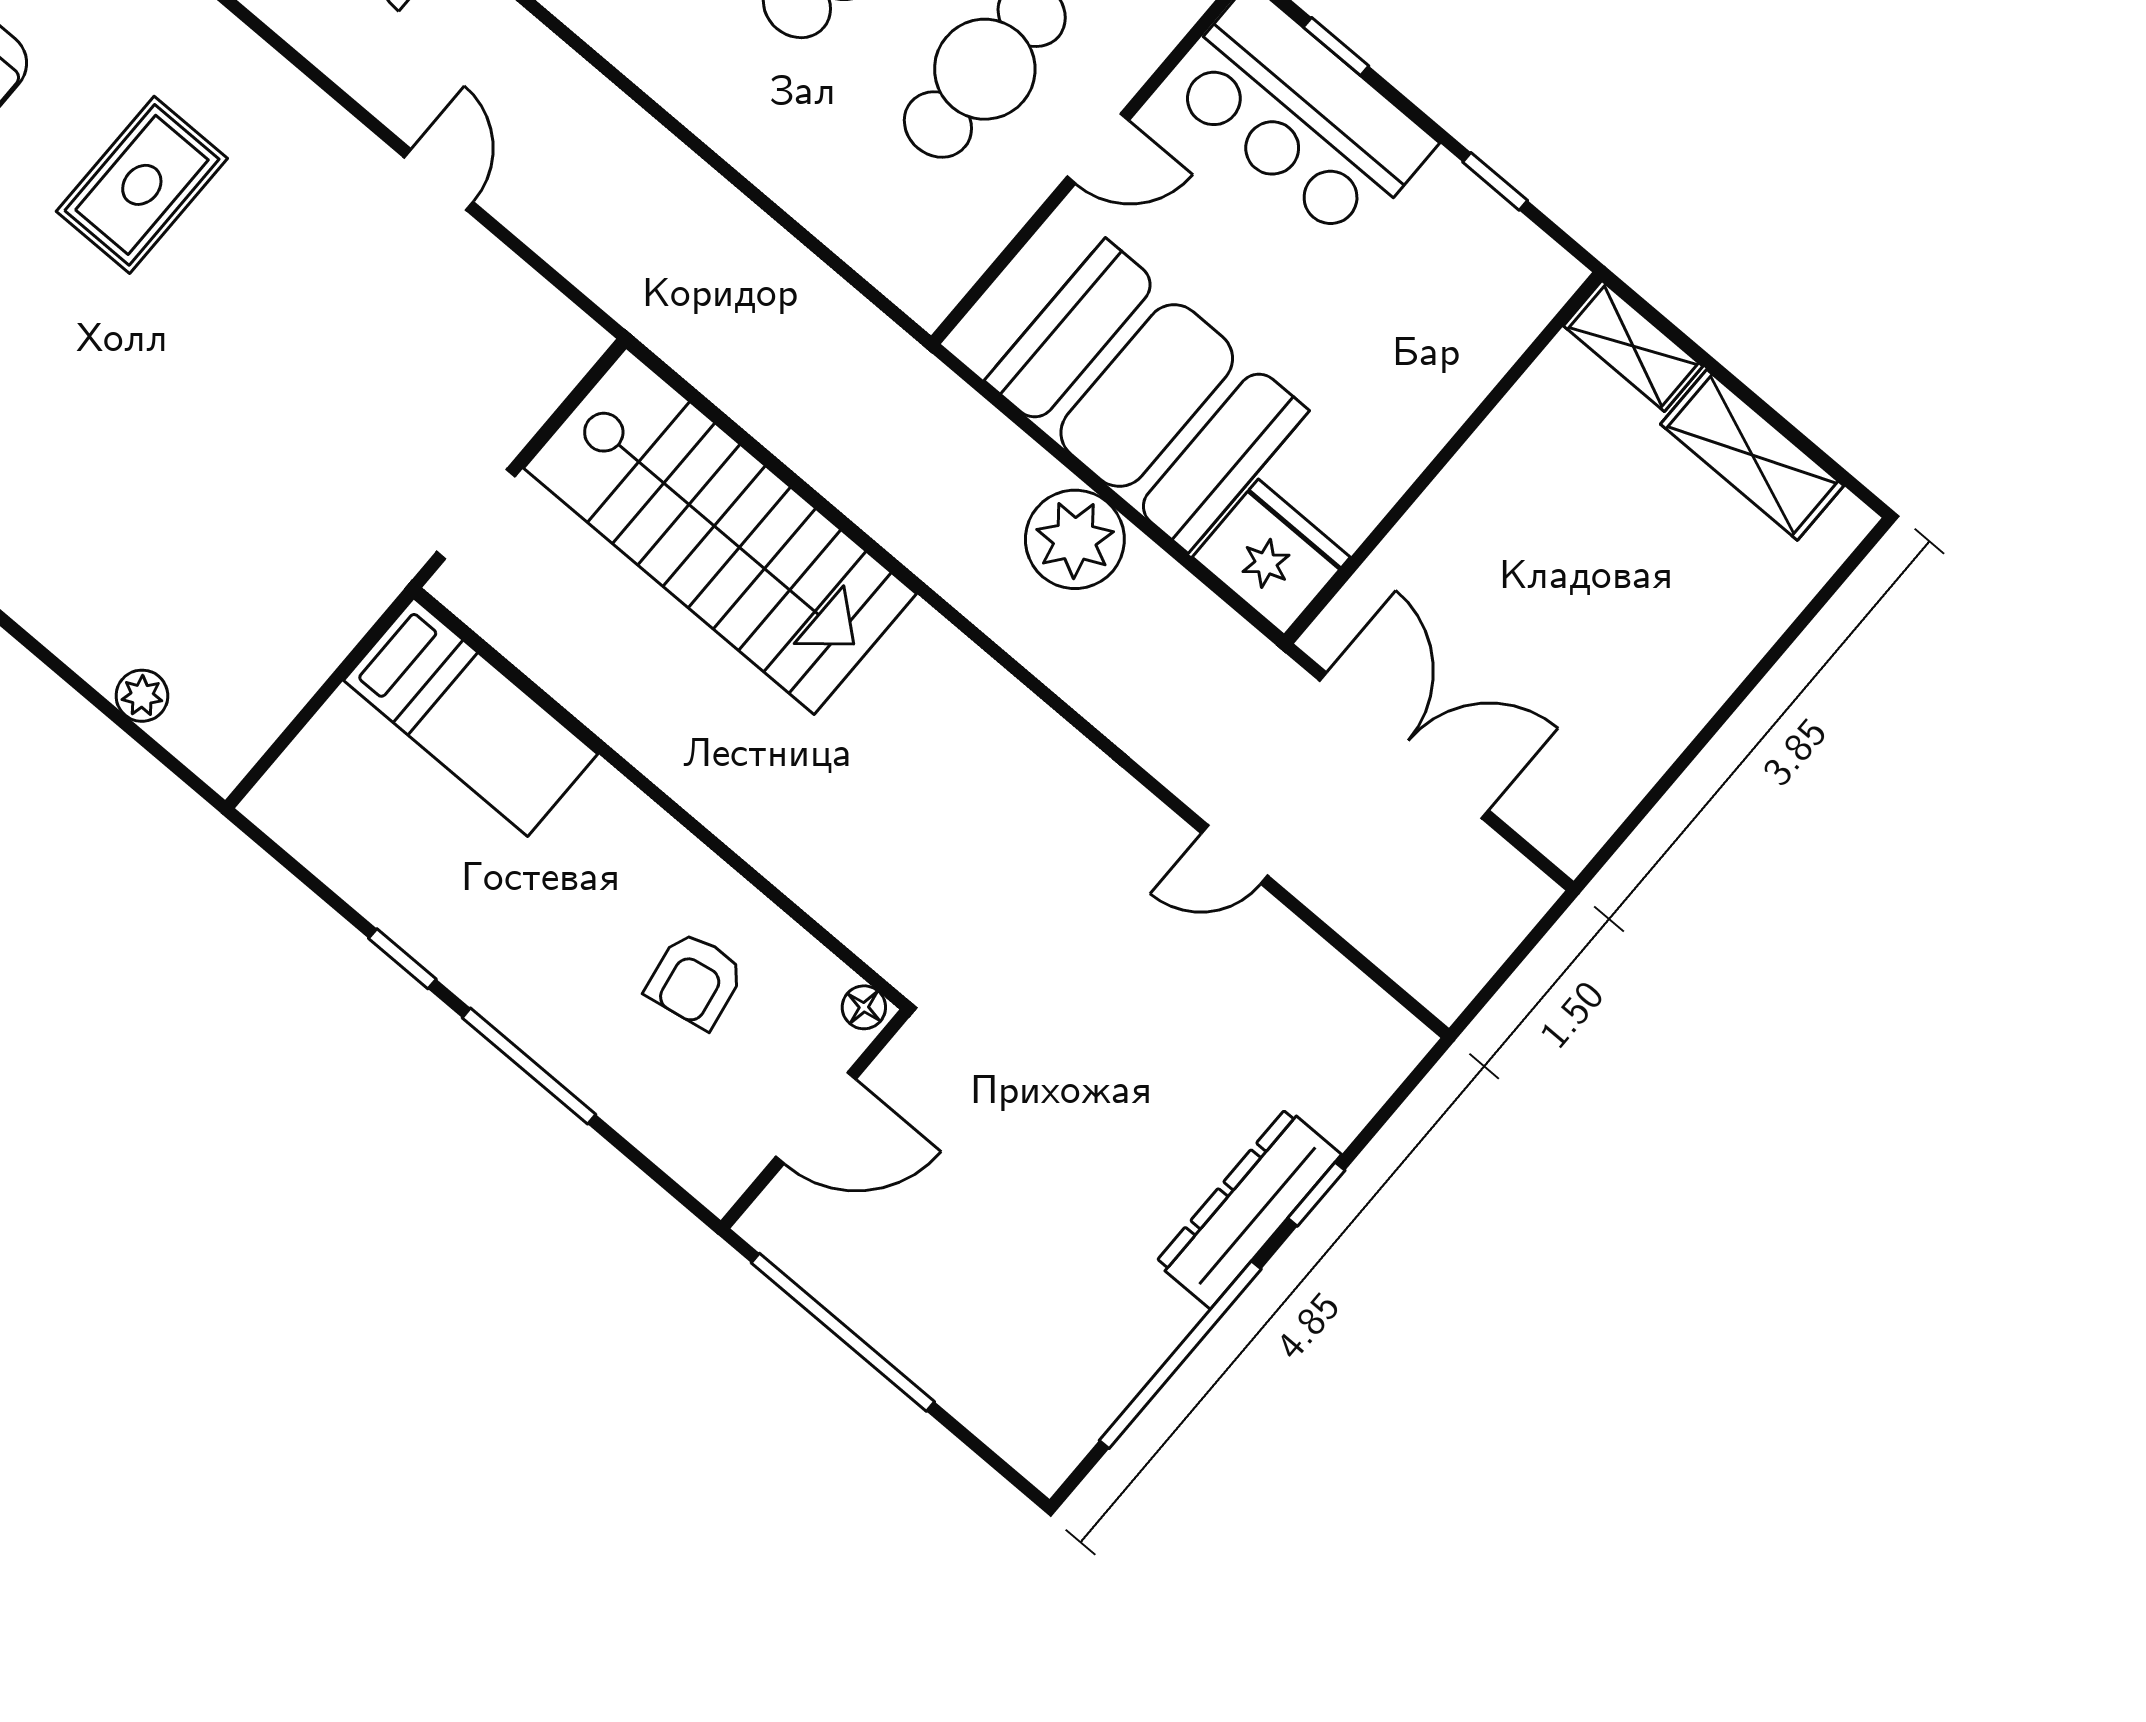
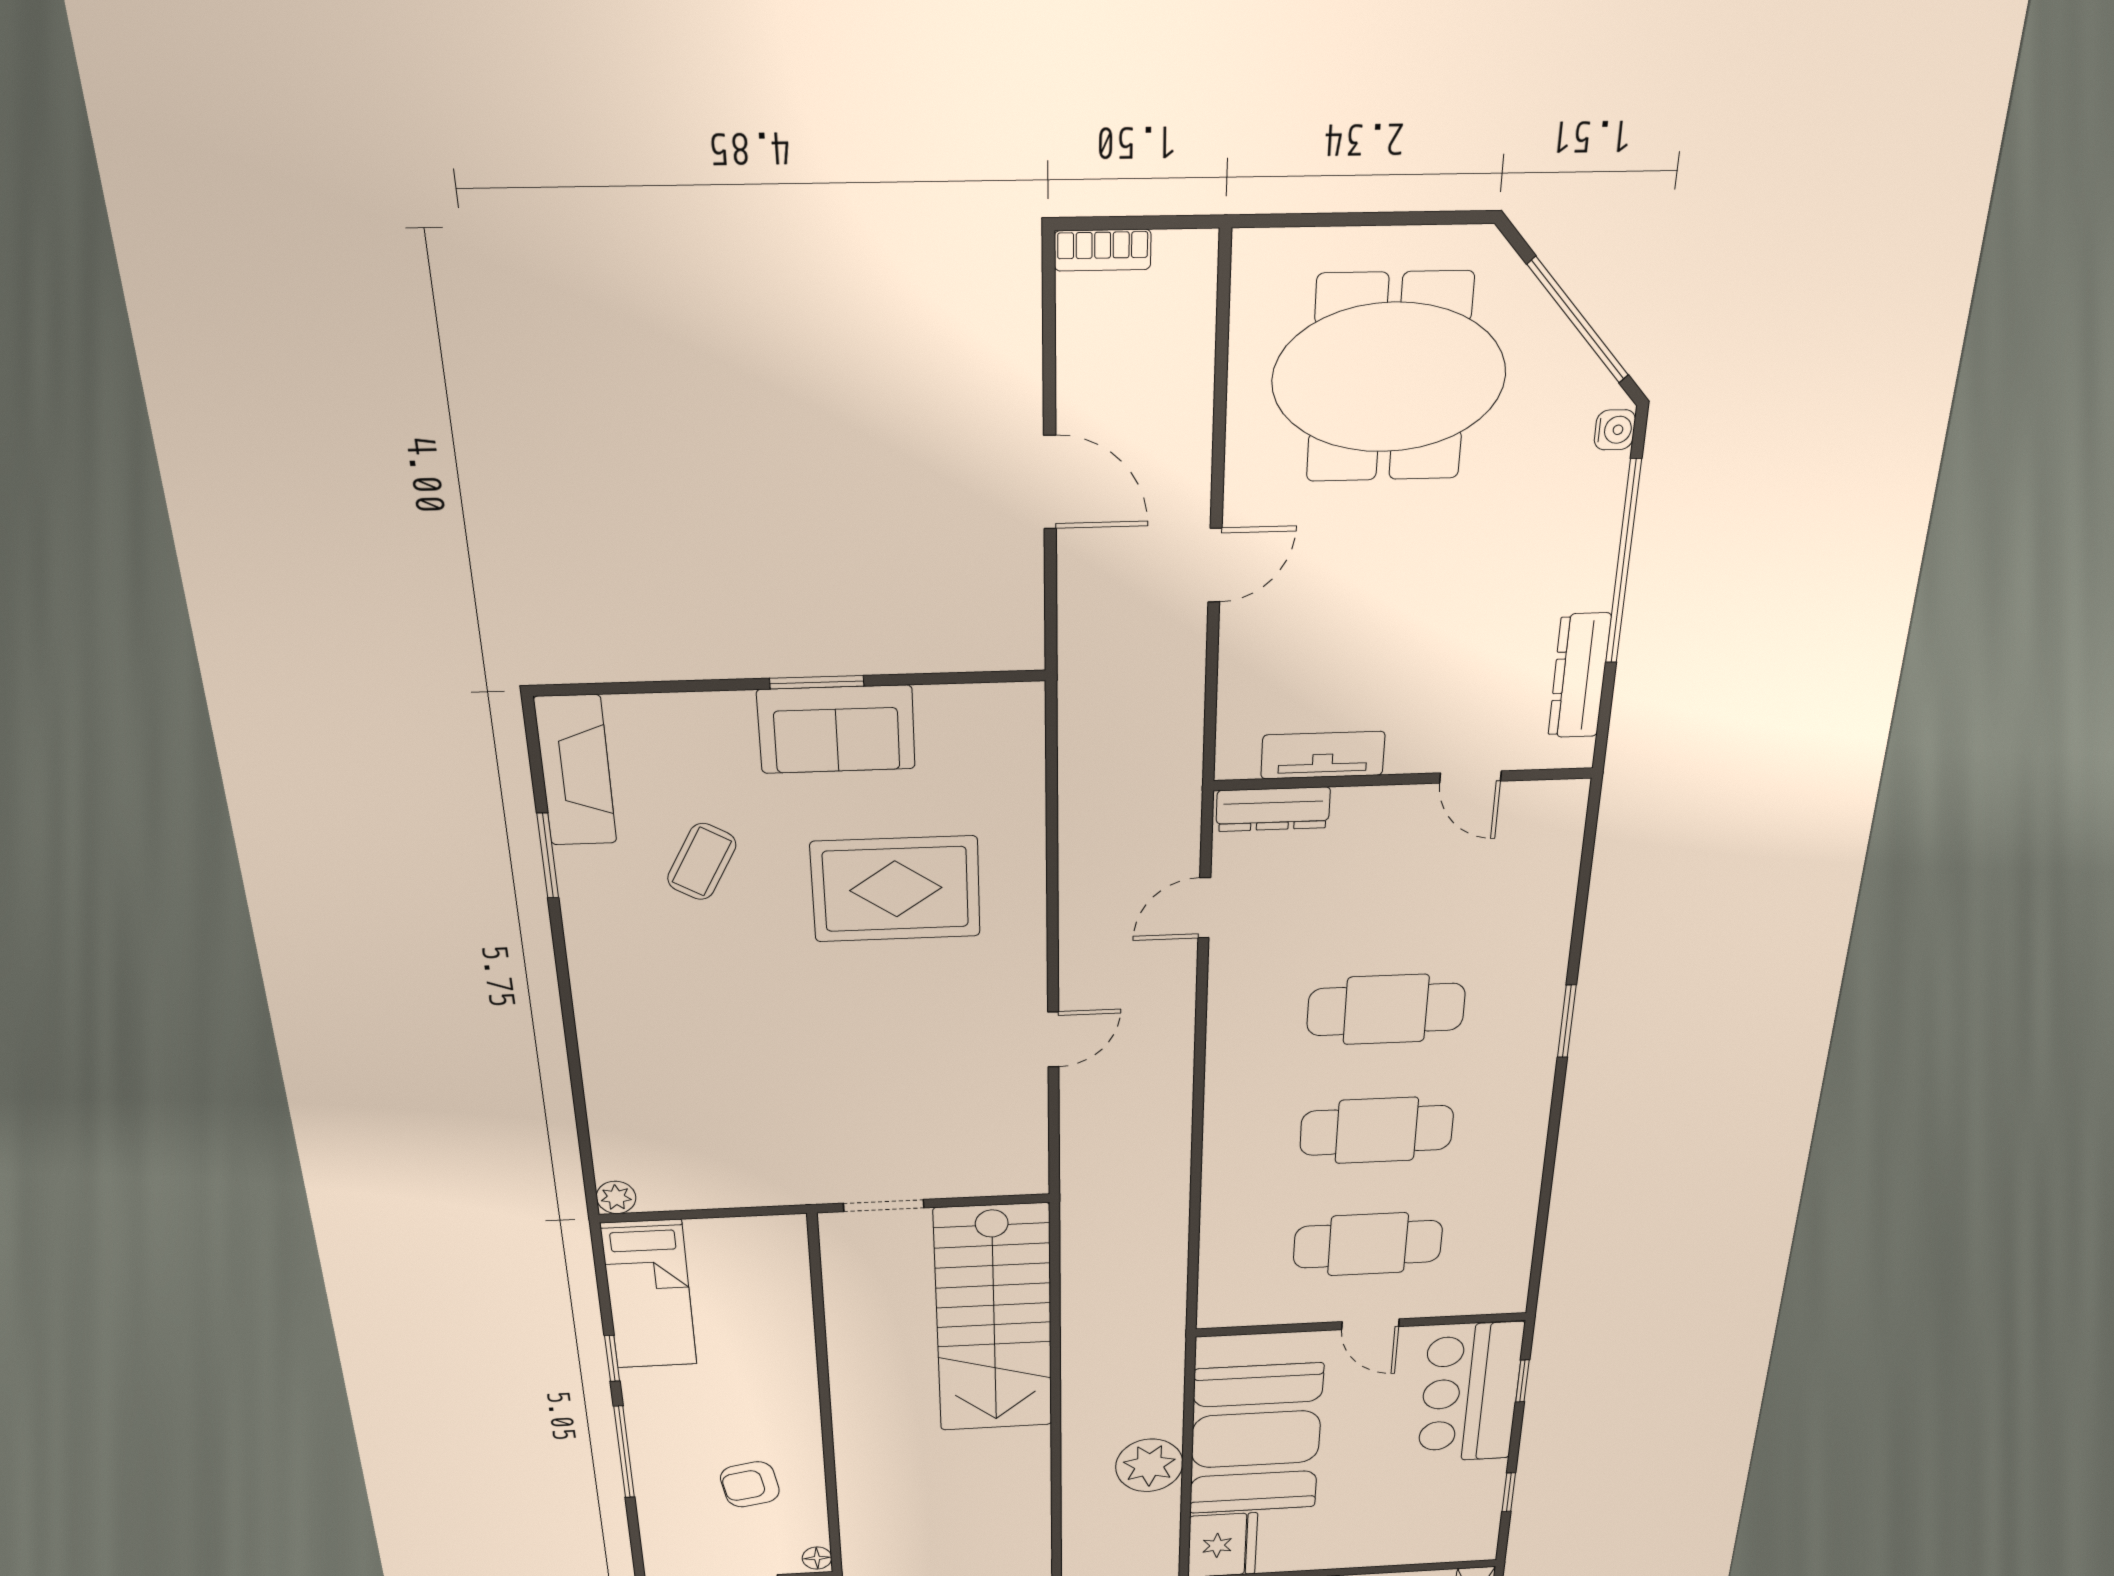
rug: (142, 185) -> (896, 889), width x1.36, depth x1.43
plant: (142, 696) -> (616, 1197), moved
bed: (471, 717) -> (649, 1295), moved

